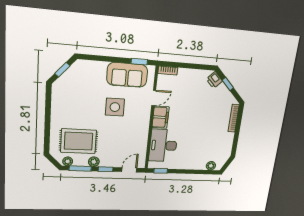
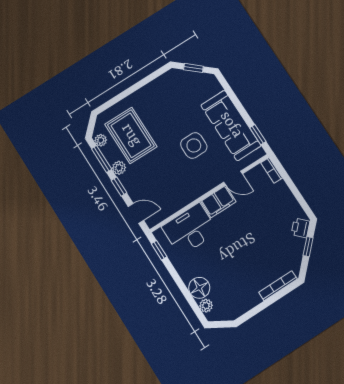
sofa: (127, 75) -> (231, 125), width x1.36
floor lamp: (199, 163) -> (199, 288), added

